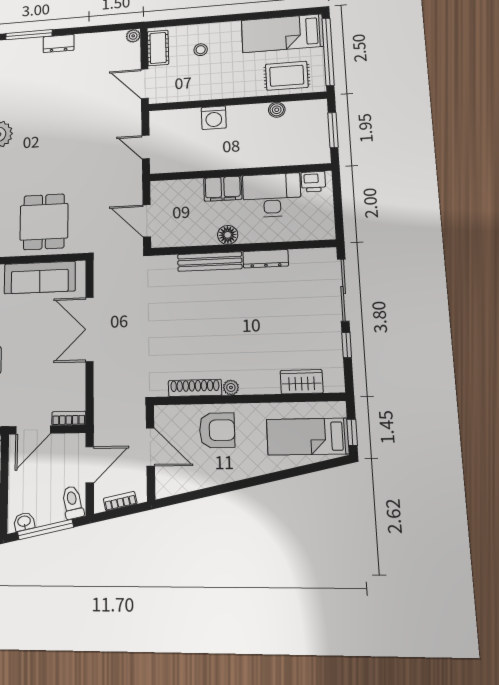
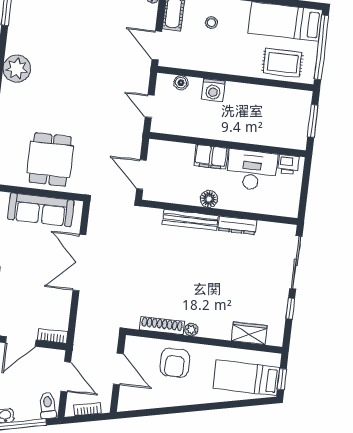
boiler: (277, 110) -> (181, 83), moved
armchair: (217, 430) -> (175, 363), turned 90
door: (90, 465) -> (66, 377), hinge flipped

